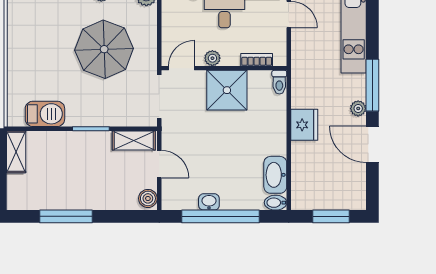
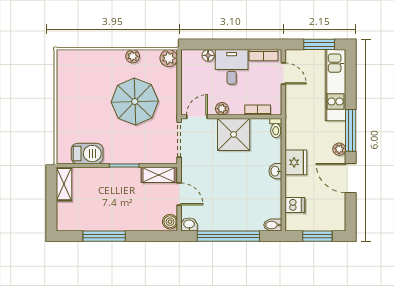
washbasin: (275, 175) -> (275, 171), moved, width x0.52, depth x0.69
dishwasher: (303, 178) -> (295, 205), added
washbasin: (209, 202) -> (189, 224), moved

